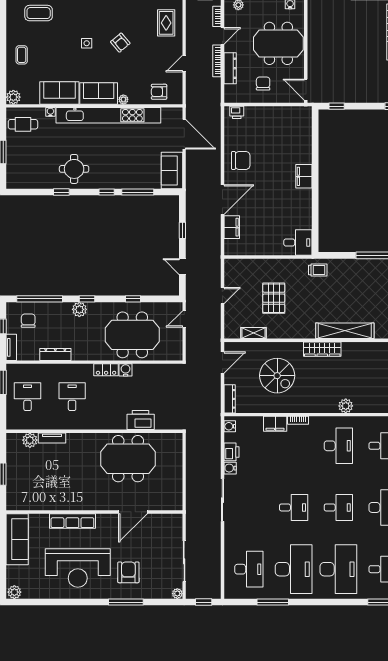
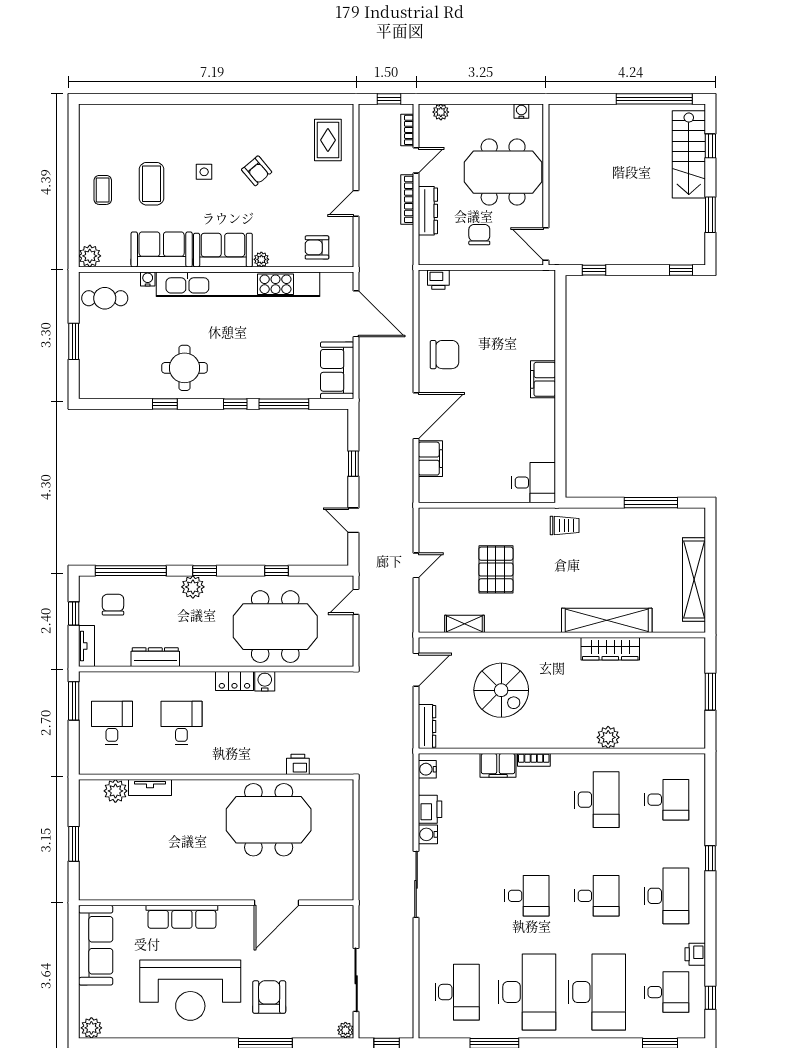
coffee table: (39, 13) -> (152, 184), moved, turned 90
wardrobe: (322, 349) -> (610, 649), moved
printer: (141, 420) -> (298, 764), width x0.53, depth x0.68

